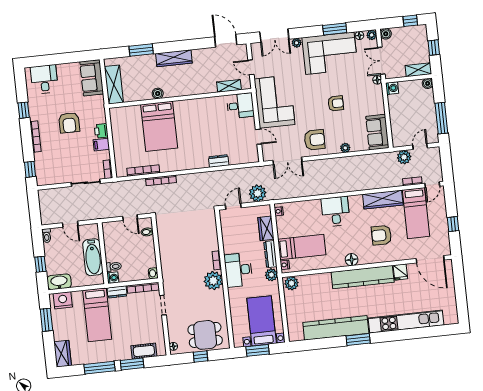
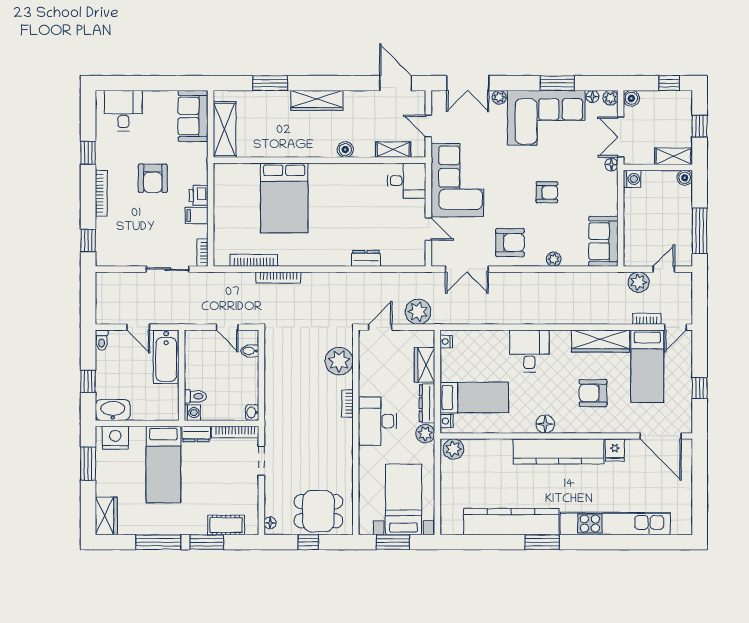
boiler: (158, 93) -> (345, 150), moved
bathtub: (93, 257) -> (166, 357), moved
plant: (213, 281) -> (339, 361), moved

